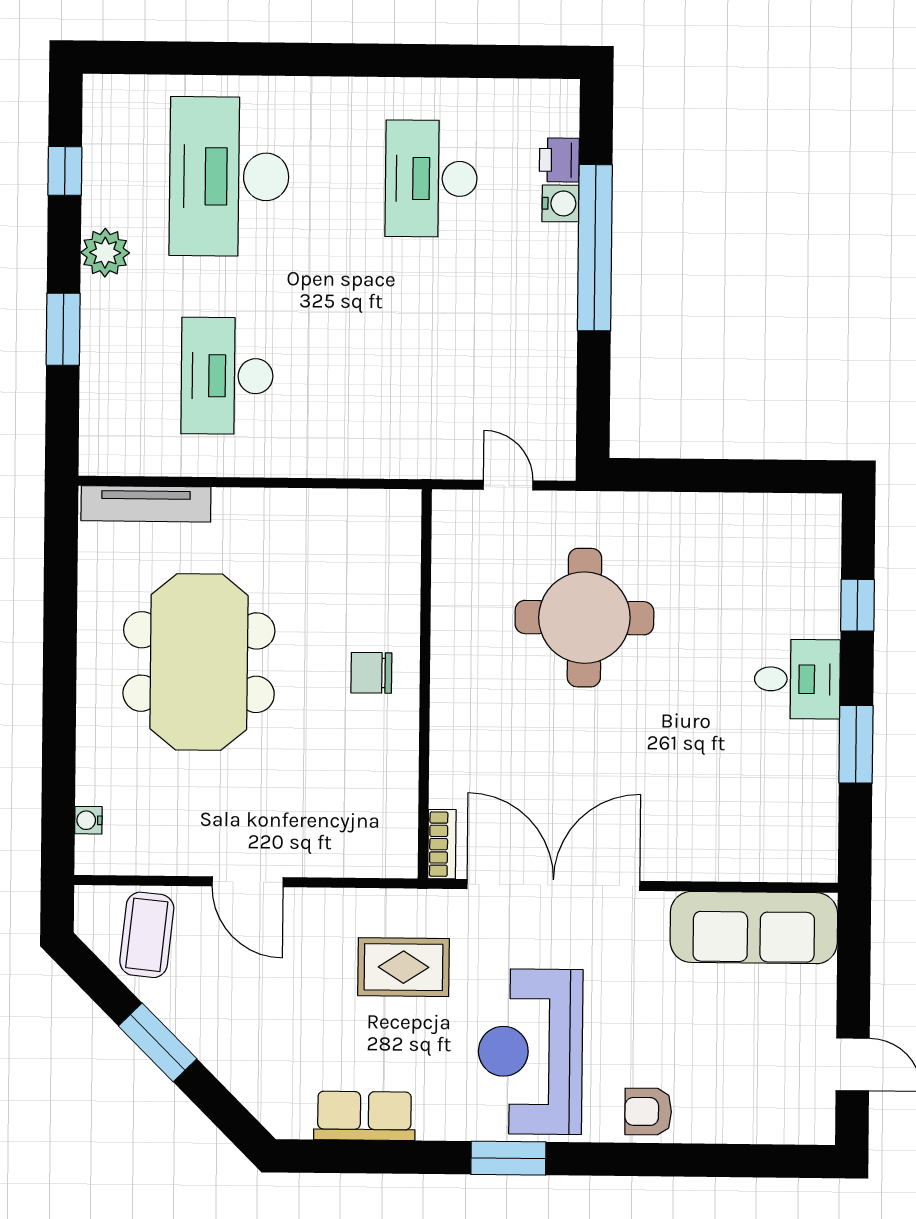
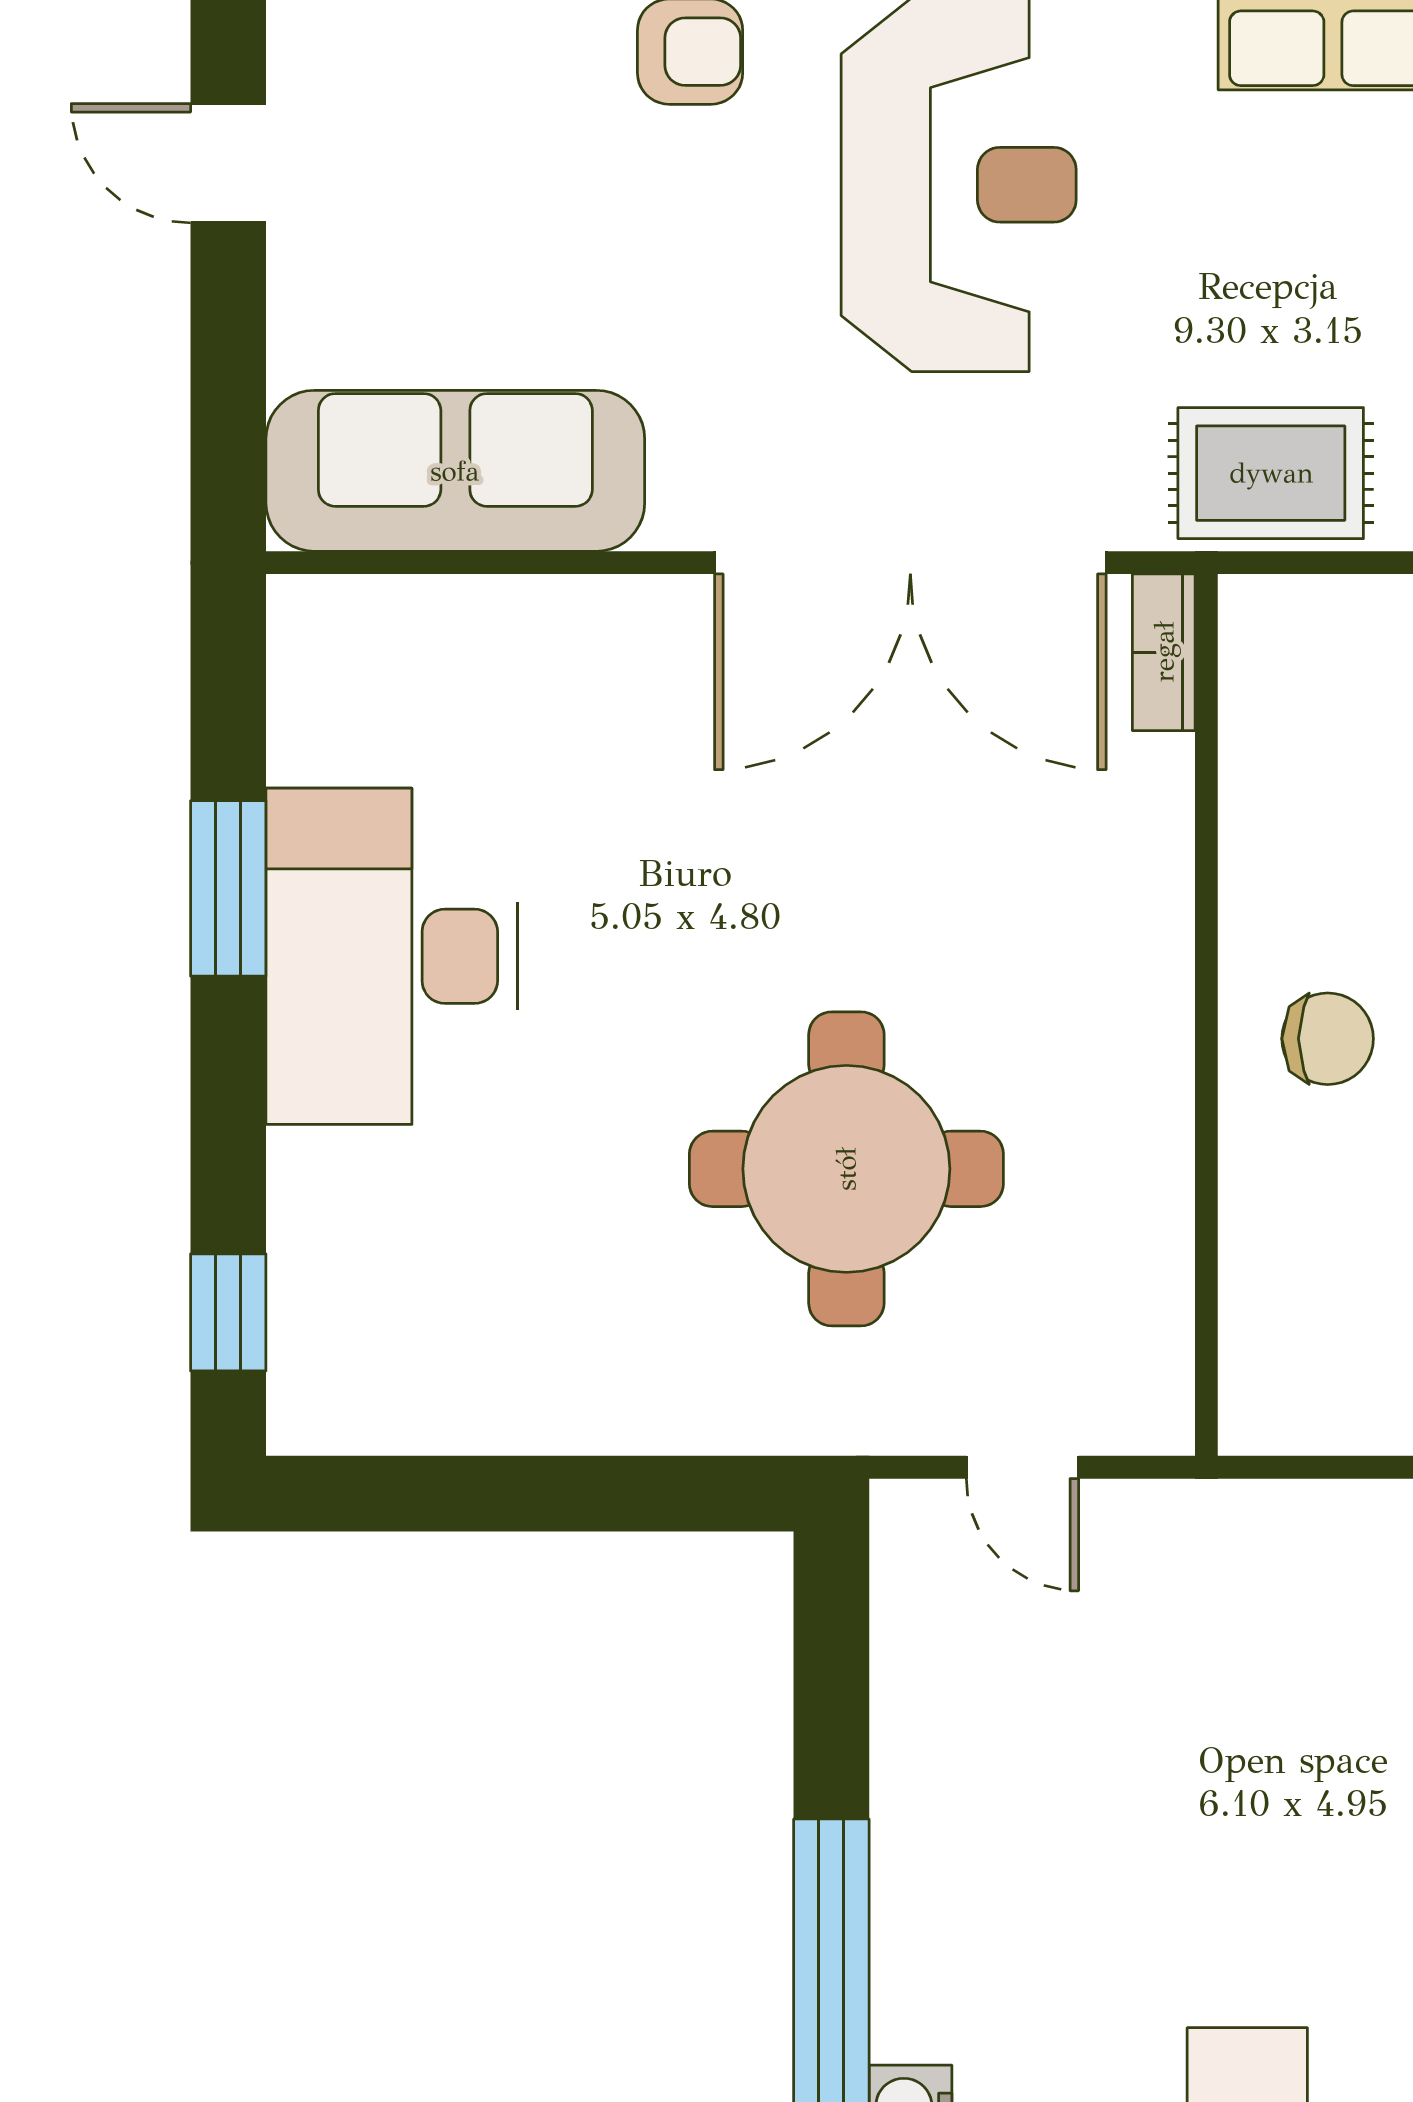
window: (857, 605) -> (228, 1312), moved
desk: (797, 679) -> (392, 956), width x1.87, depth x1.30
rug: (403, 967) -> (1271, 473), moved

